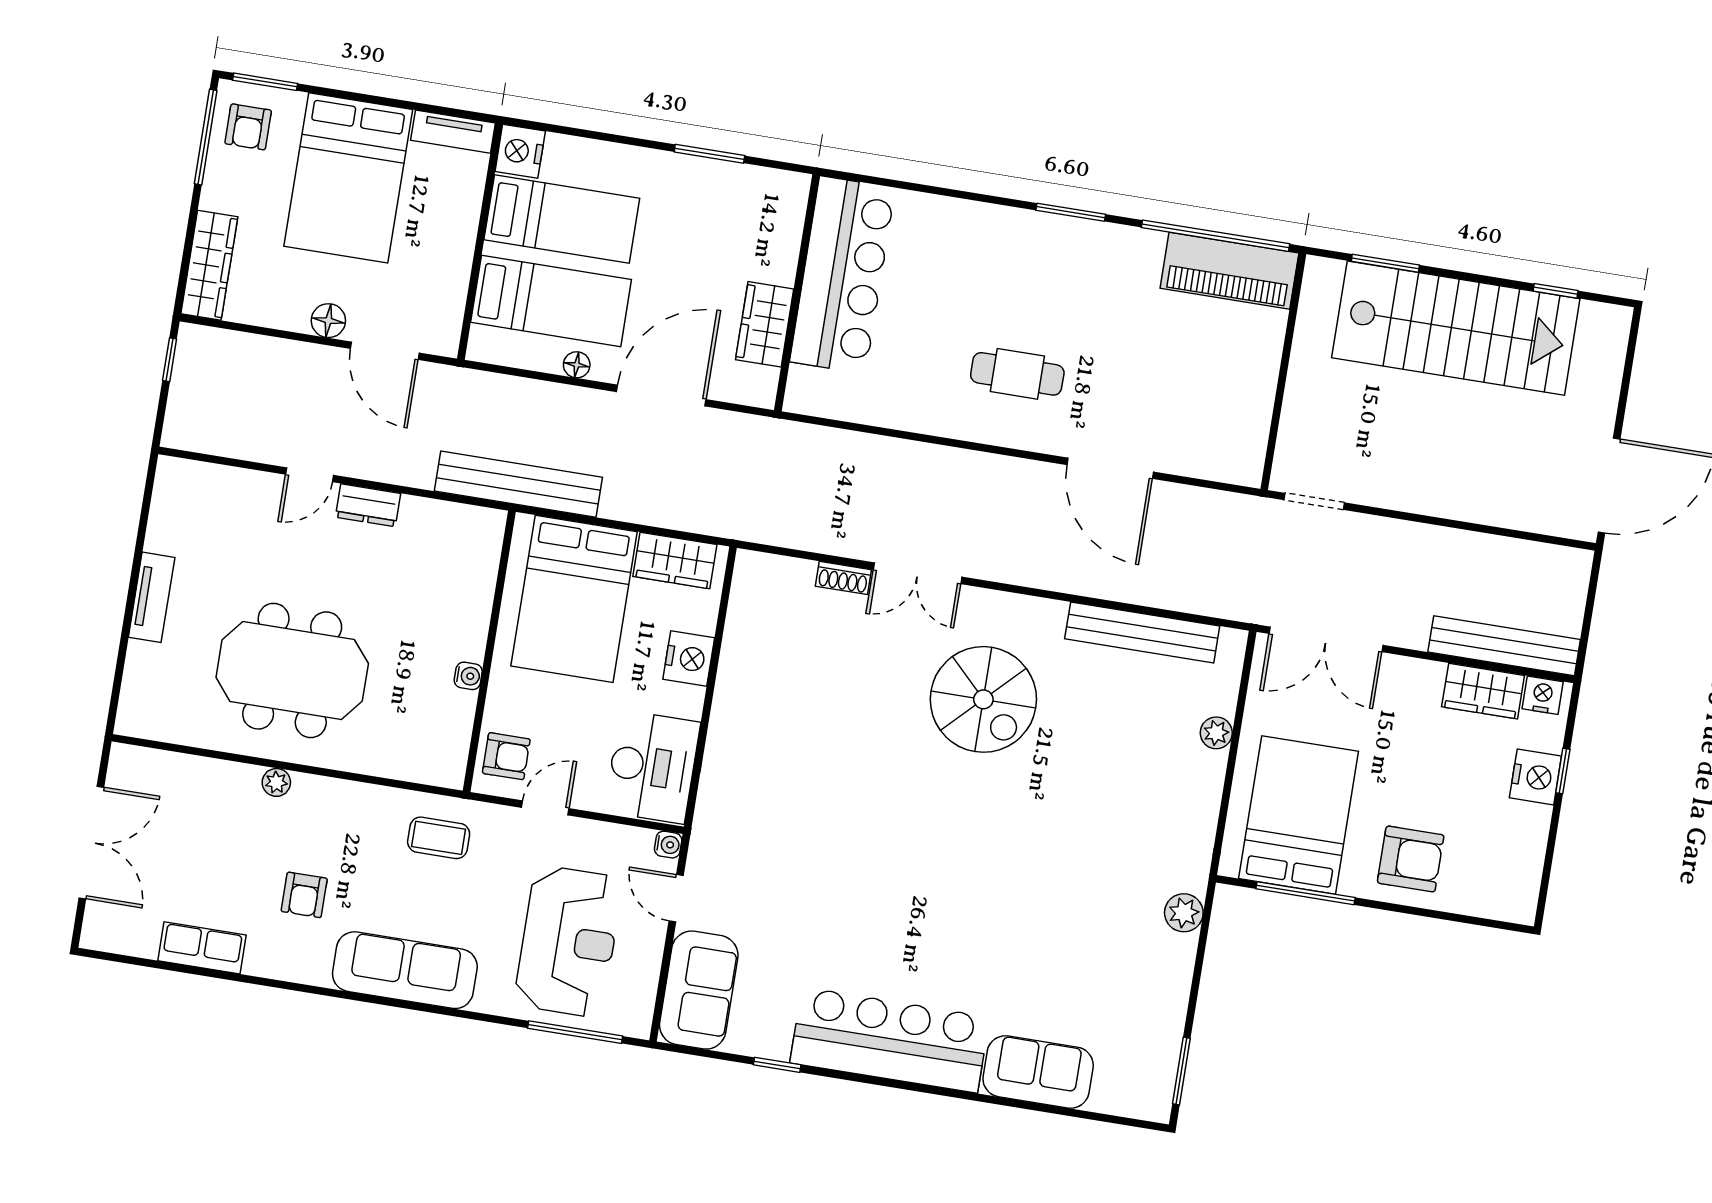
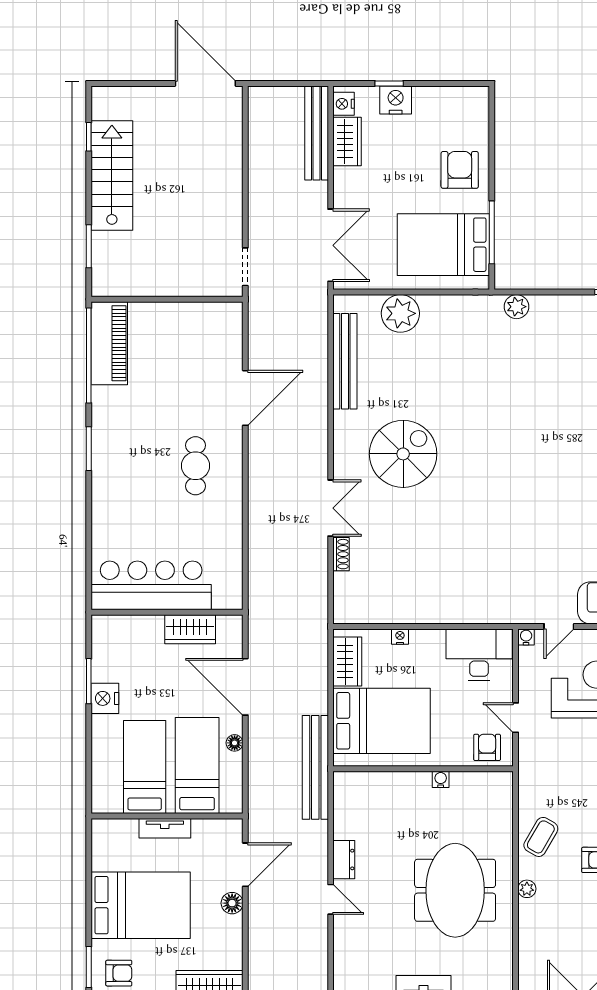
tv unit: (453, 132) -> (165, 828), moved, turned 90
nightstand: (520, 151) -> (105, 698), moved, turned 90
stairs: (1456, 328) -> (112, 176), width x0.73, depth x0.66
nightstand: (689, 659) -> (400, 637), width x0.53, depth x0.56
plant: (1216, 733) -> (400, 313), width x1.87, depth x1.87
coffee table: (439, 838) -> (541, 837), moved, turned 30

